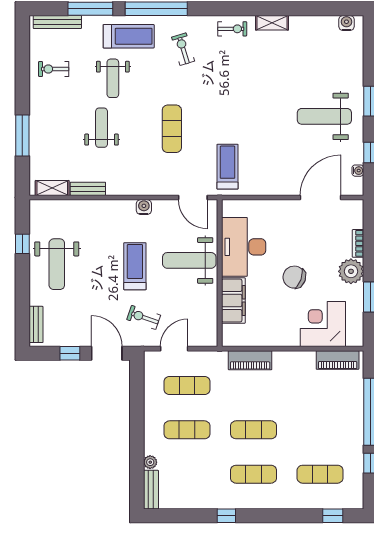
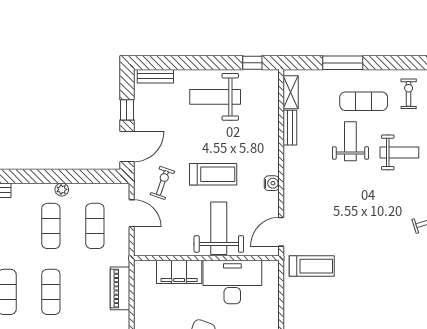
weight bench: (113, 78) -> (399, 152), turned 180
weight bench: (102, 128) -> (350, 141), turned -90
exercise mat: (172, 129) -> (364, 101), moved
window: (22, 244) -> (252, 63), moved
plant: (150, 462) -> (62, 189), moved

